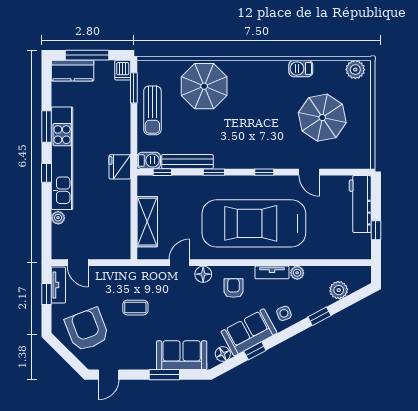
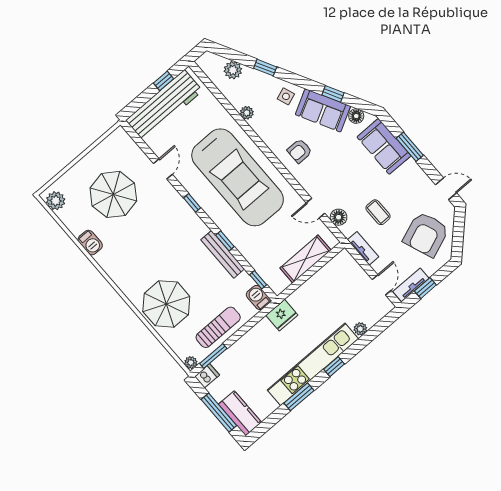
plant: (144, 66) -> (191, 363), added
bench: (187, 162) -> (223, 254), moved
workbench: (360, 204) -> (164, 106), width x1.36, depth x1.32
tv unit: (272, 272) -> (363, 248), moved
floor lamp: (203, 274) -> (339, 217), moved

